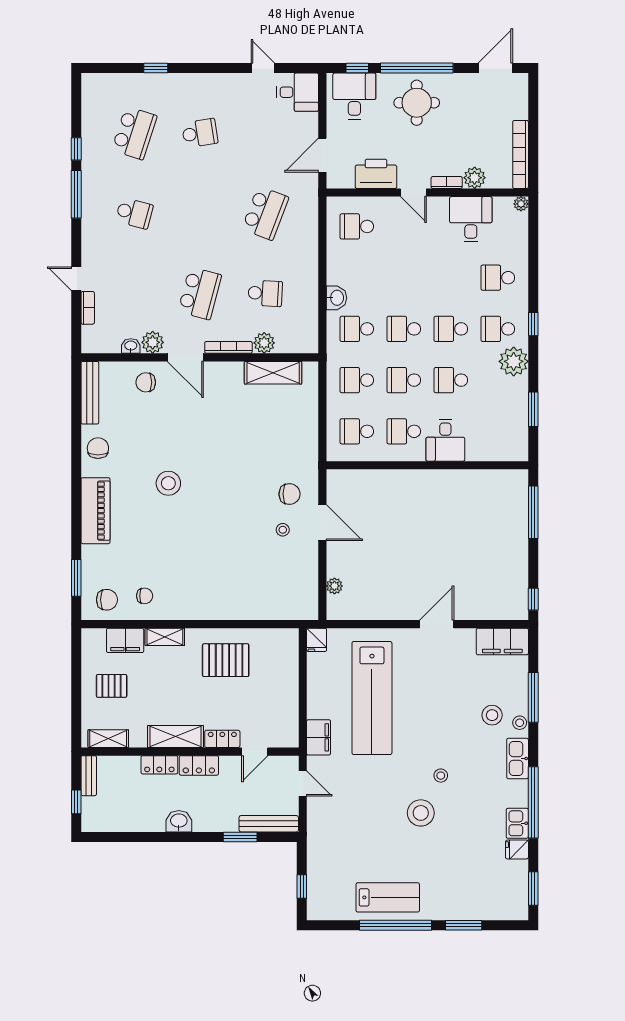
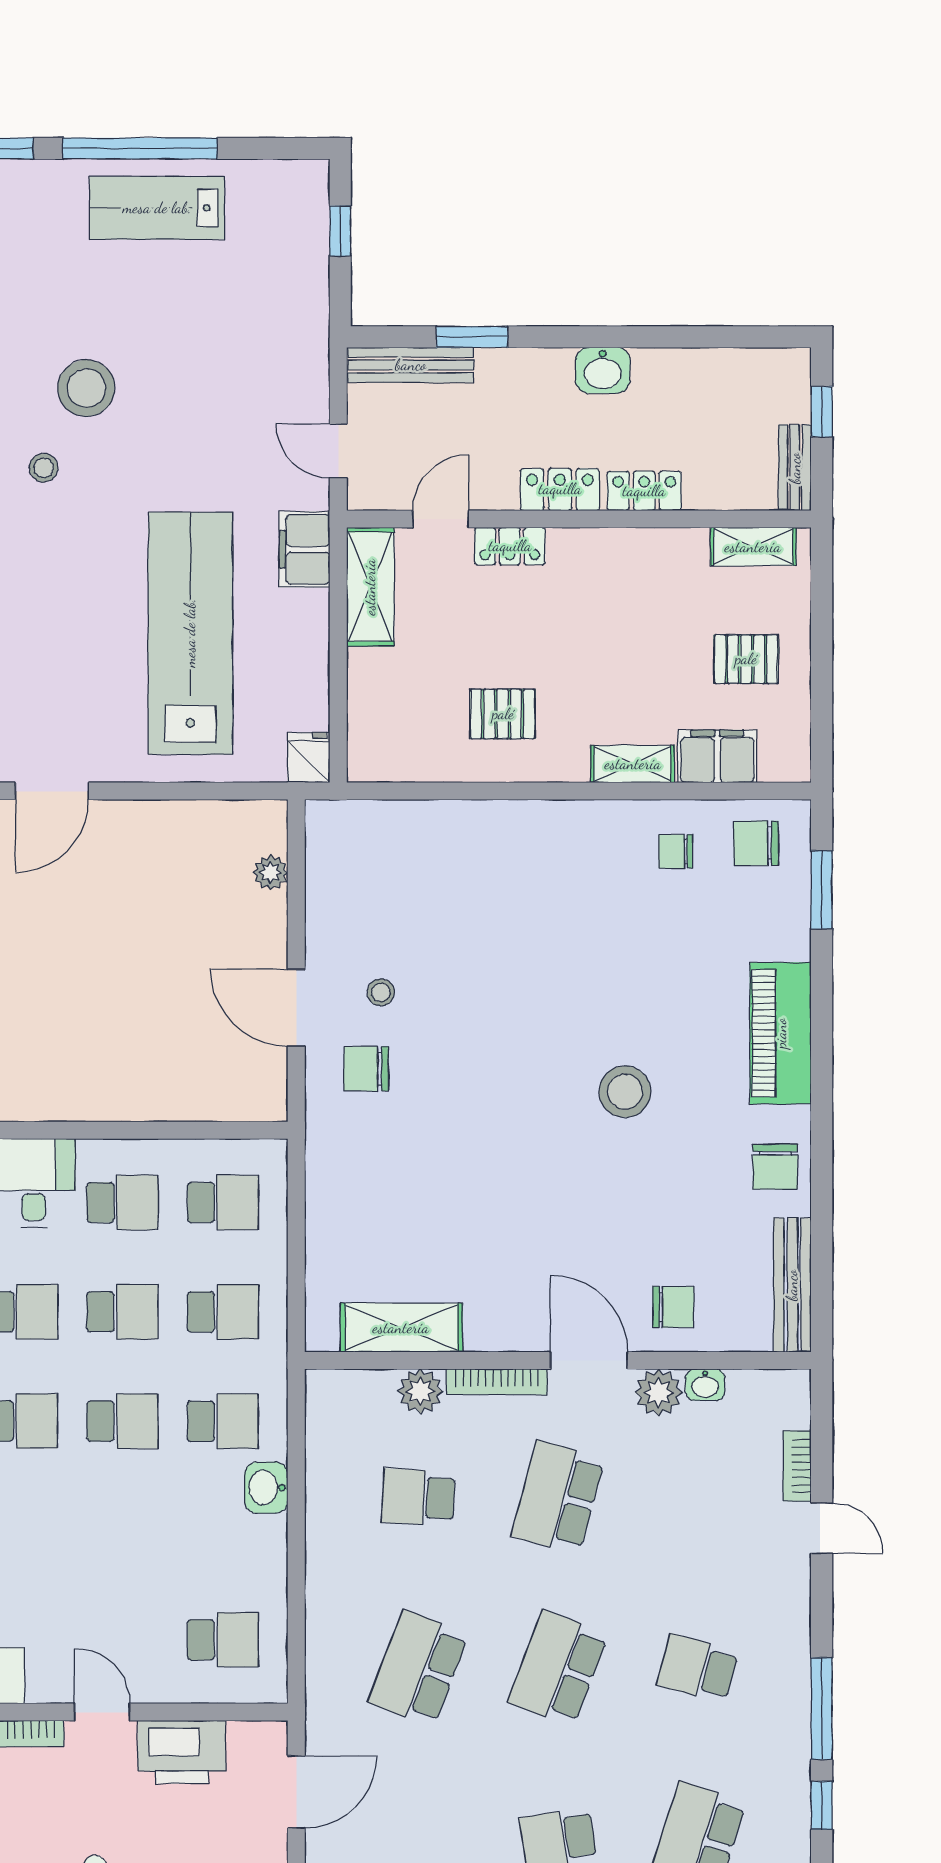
school desk: (200, 213) -> (558, 1668), added
pallet: (226, 660) -> (503, 714), width x0.67, depth x0.71
shelving: (175, 737) -> (370, 587), moved, turned 90

